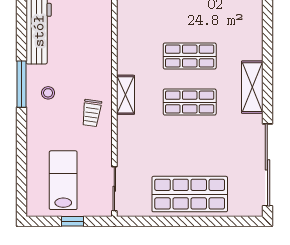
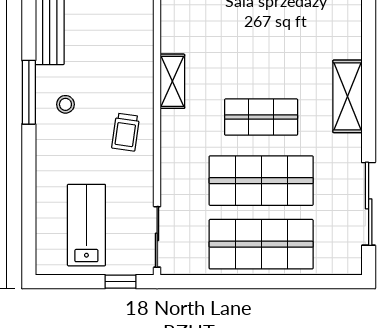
shop shelf: (190, 56) -> (261, 181), moved, width x1.43, depth x1.36
shelving: (125, 95) -> (172, 81), moved
sliding door: (267, 165) -> (369, 204), width x0.73
window: (73, 221) -> (121, 282), moved

